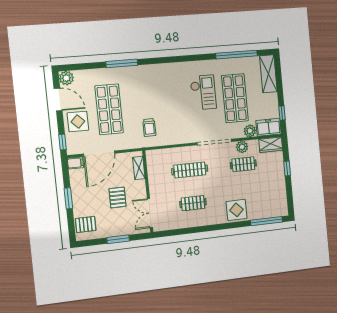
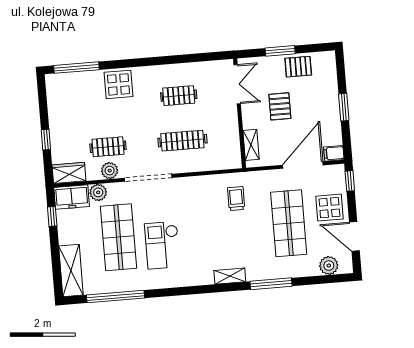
shelving: (153, 69) -> (230, 276), added
plant: (66, 78) -> (329, 266), moved
pallet: (86, 224) -> (298, 67), moved

